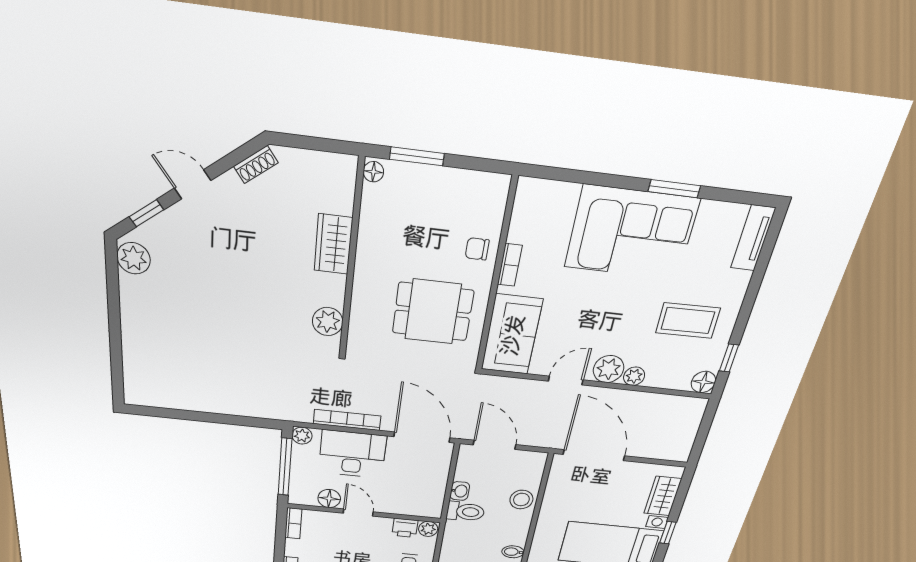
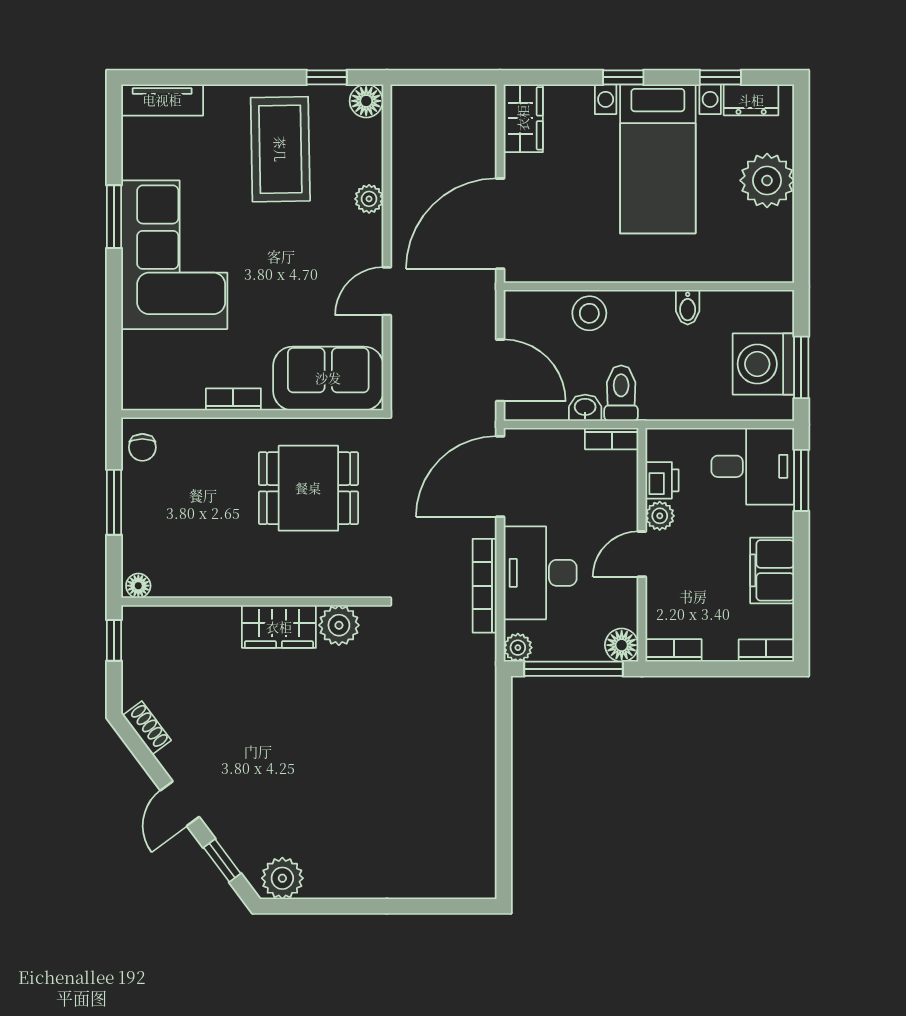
window: (330, 146) -> (114, 640), added
window: (417, 156) -> (114, 502), moved
wardrobe: (333, 244) -> (279, 627), moved
chair: (477, 249) -> (142, 447), moved
dining table: (433, 312) -> (308, 488), turned 90
coffee table: (688, 321) -> (280, 149), width x1.36, depth x1.32
plant: (609, 369) -> (363, 237), removed
door: (566, 381) -> (387, 291), hinge flipped
door: (495, 445) -> (500, 370), swing flipped
wardrobe: (663, 496) -> (523, 118), moved, turned -90
floor lamp: (329, 499) -> (622, 645), moved
bookcase: (437, 504) -> (612, 439), added
plant: (428, 529) -> (660, 516), moved

